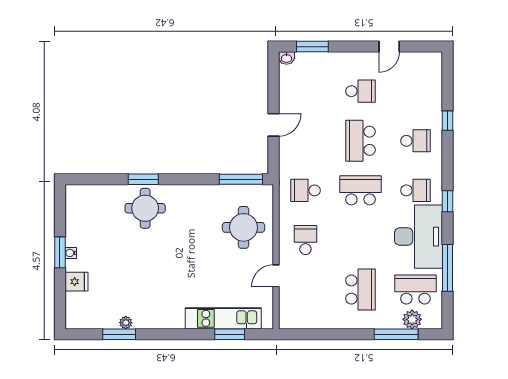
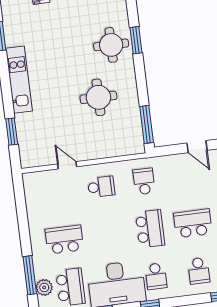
round table: (244, 227) -> (98, 97), moved
school desk: (360, 290) -> (64, 240), turned 180
kitchen unit: (223, 318) -> (19, 80), moved
plant: (126, 323) -> (10, 41), removed

